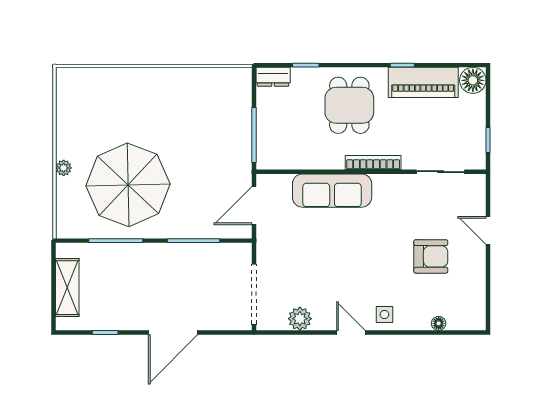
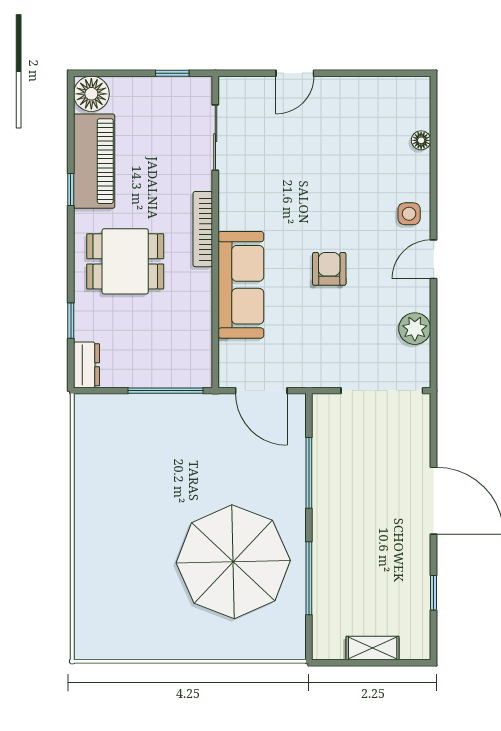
plant: (64, 168) -> (210, 649), removed
armchair: (431, 256) -> (329, 269), moved, width x0.72, depth x0.72
shelving: (67, 288) -> (373, 648), width x0.67, depth x0.75

